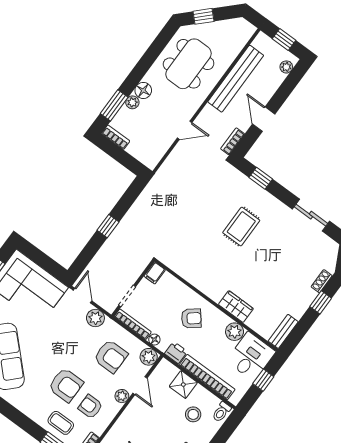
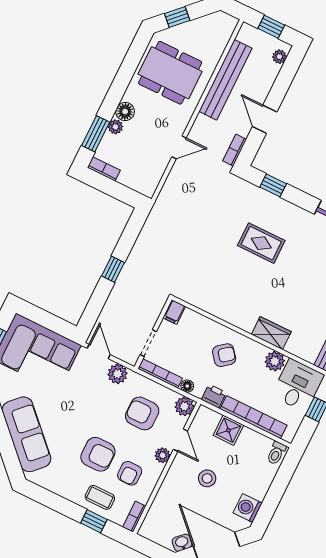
dining table: (189, 64) -> (170, 73), turned 90
rug: (241, 227) -> (261, 243), turned 90
armchair: (111, 356) -> (142, 413), turned 180
armchair: (90, 407) -> (130, 473), turned -90
stool: (193, 414) -> (207, 478), moved

